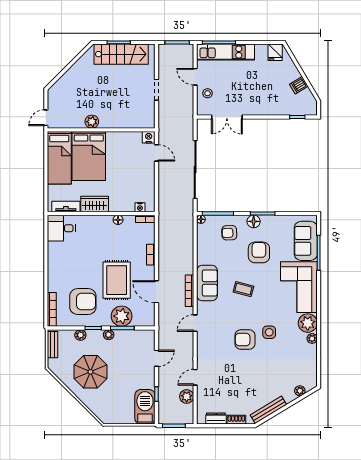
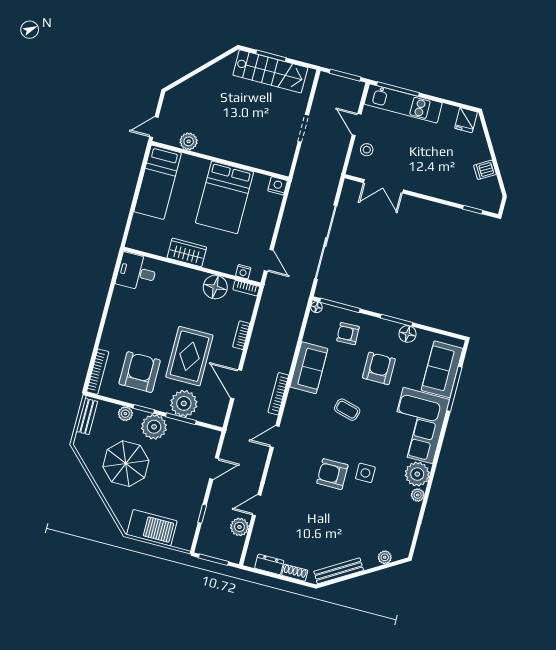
plant: (92, 122) -> (189, 141), moved
door: (157, 153) -> (269, 260), moved
bed: (89, 156) -> (225, 197), moved
tv unit: (66, 207) -> (150, 246), removed
floor lamp: (118, 220) -> (215, 287), width x1.89, depth x1.89
floor lamp: (254, 221) -> (407, 334), moved
sofa: (207, 283) -> (309, 368), moved
armchair: (83, 302) -> (140, 372), turned -90
plant: (109, 335) -> (154, 427), width x1.88, depth x1.88
barbecue: (145, 407) -> (152, 528), moved, turned 90

